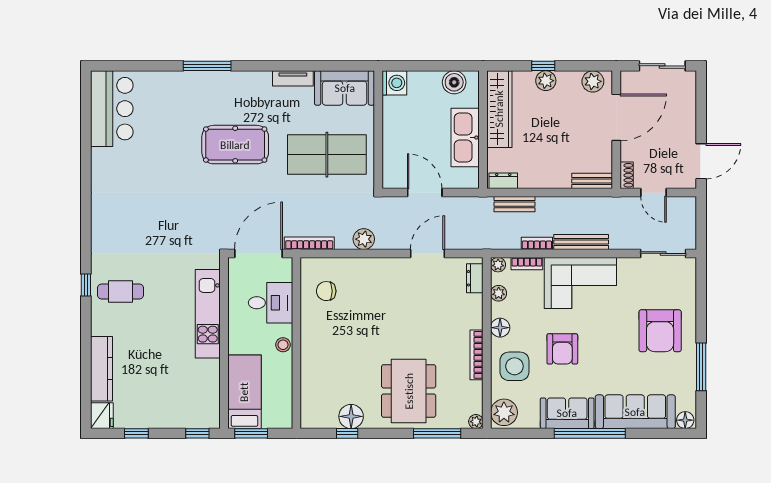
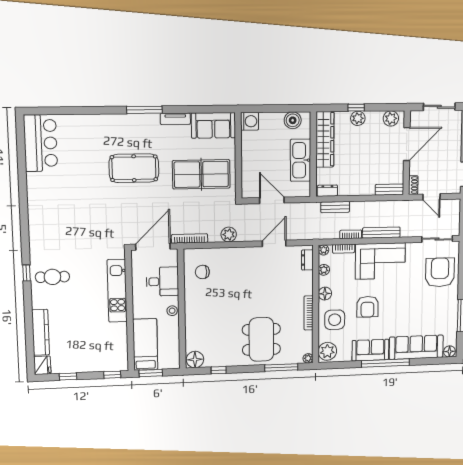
window: (207, 66) -> (144, 110), moved
armchair: (660, 331) -> (440, 272), moved, turned 180
floor lamp: (351, 416) -> (195, 360), moved

